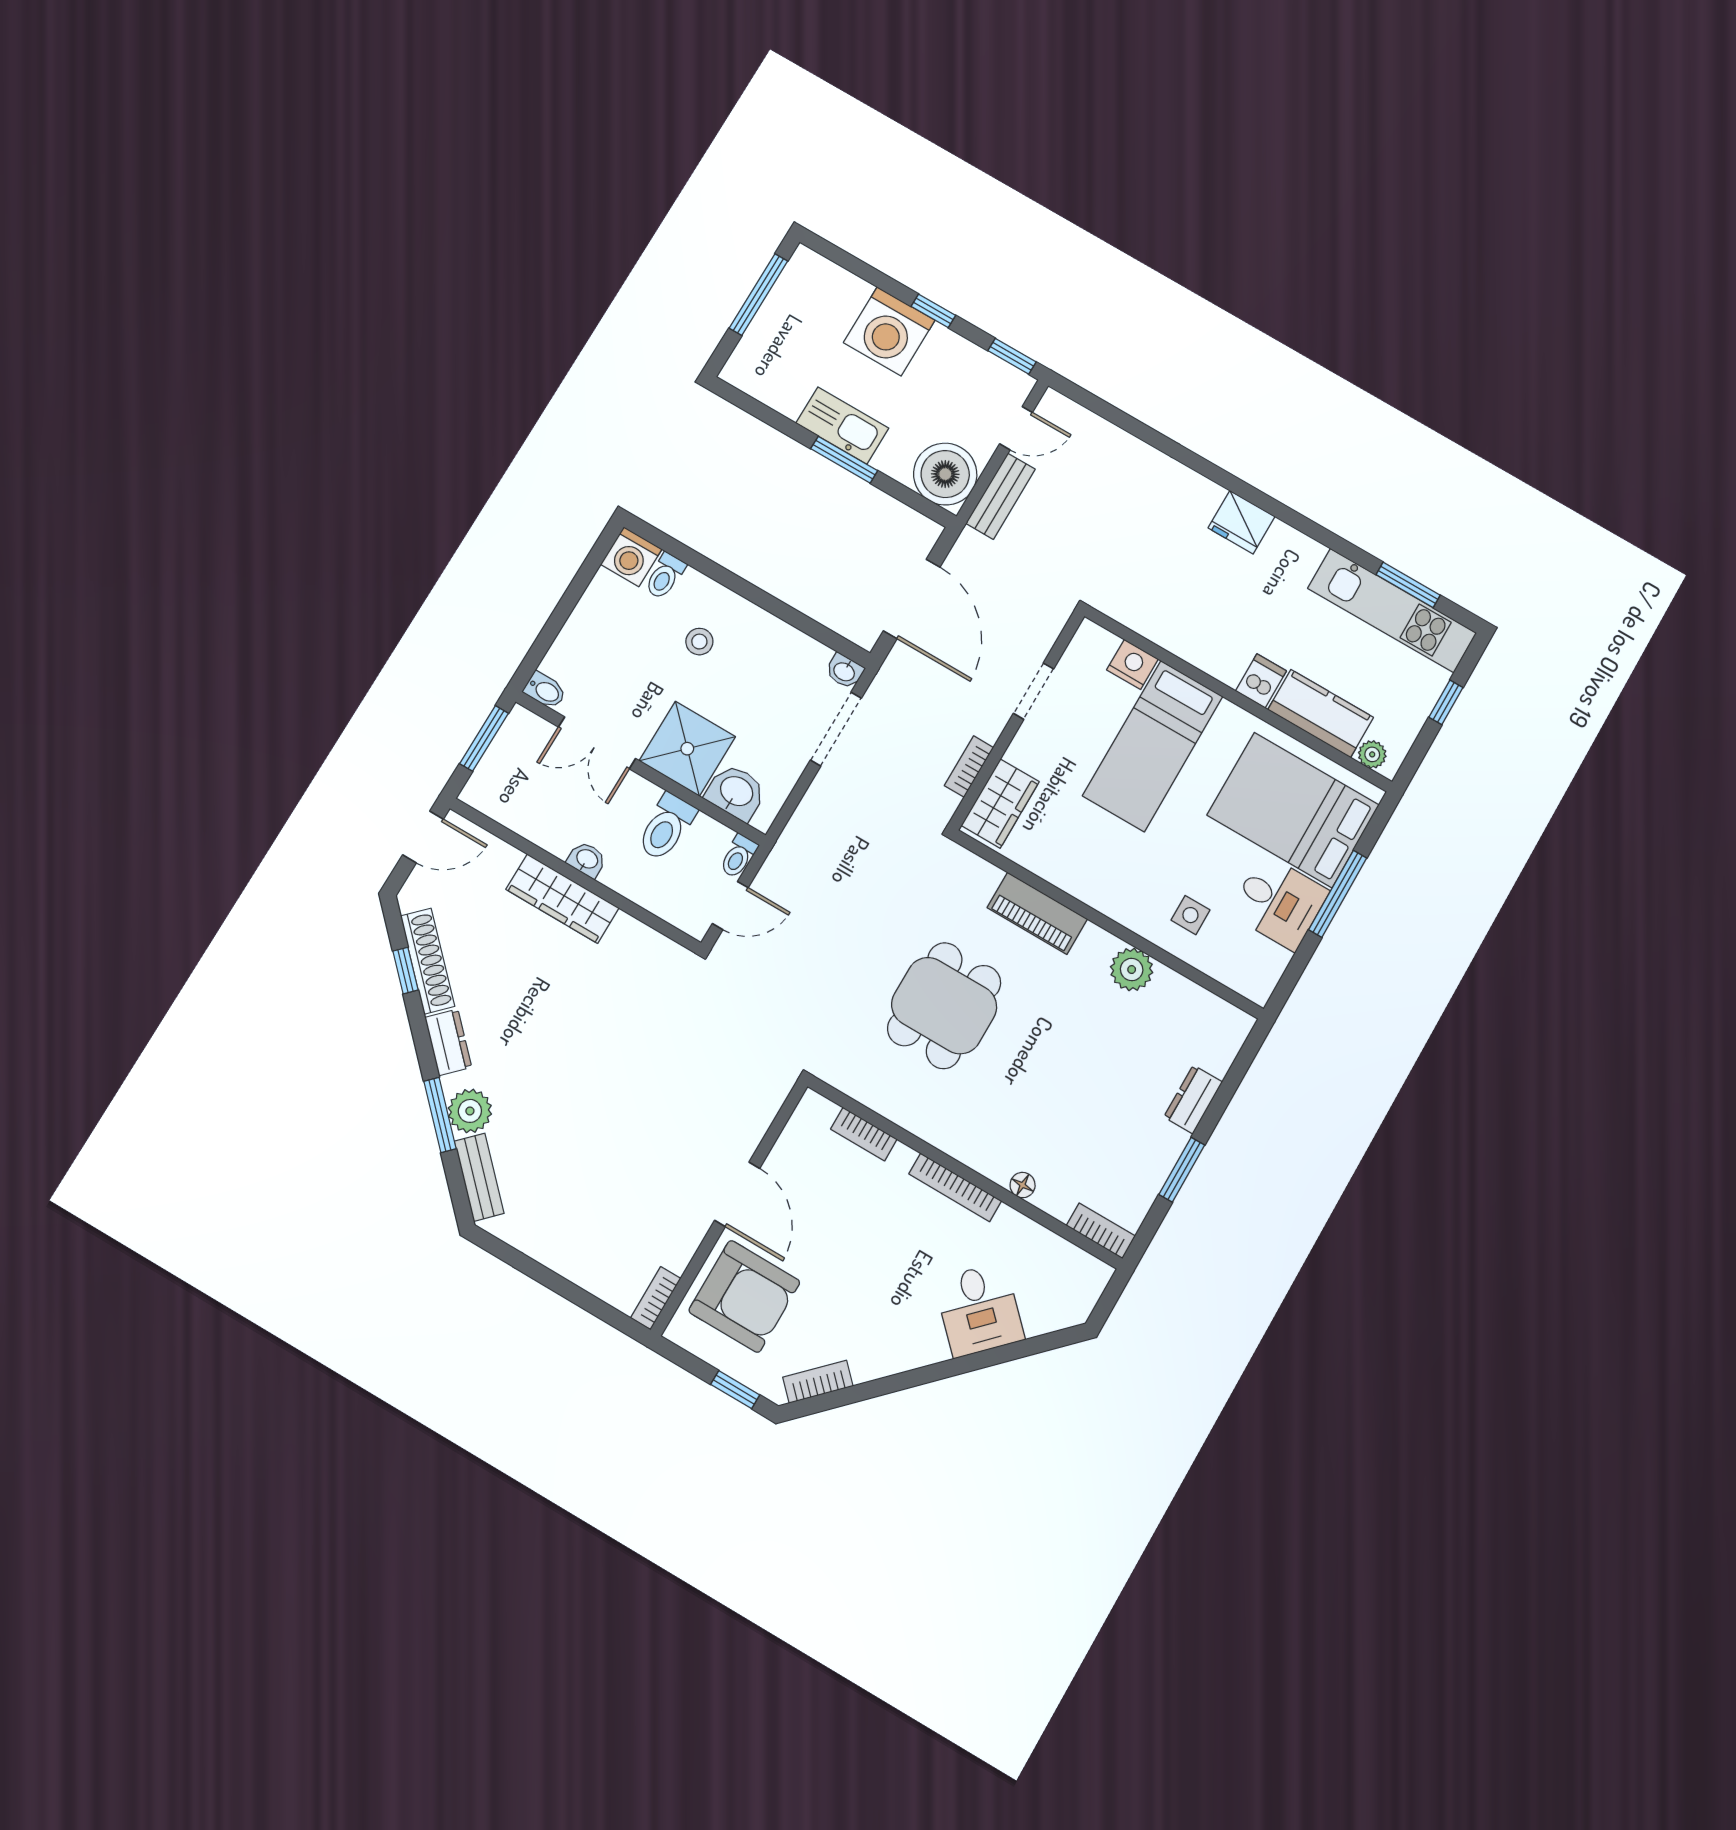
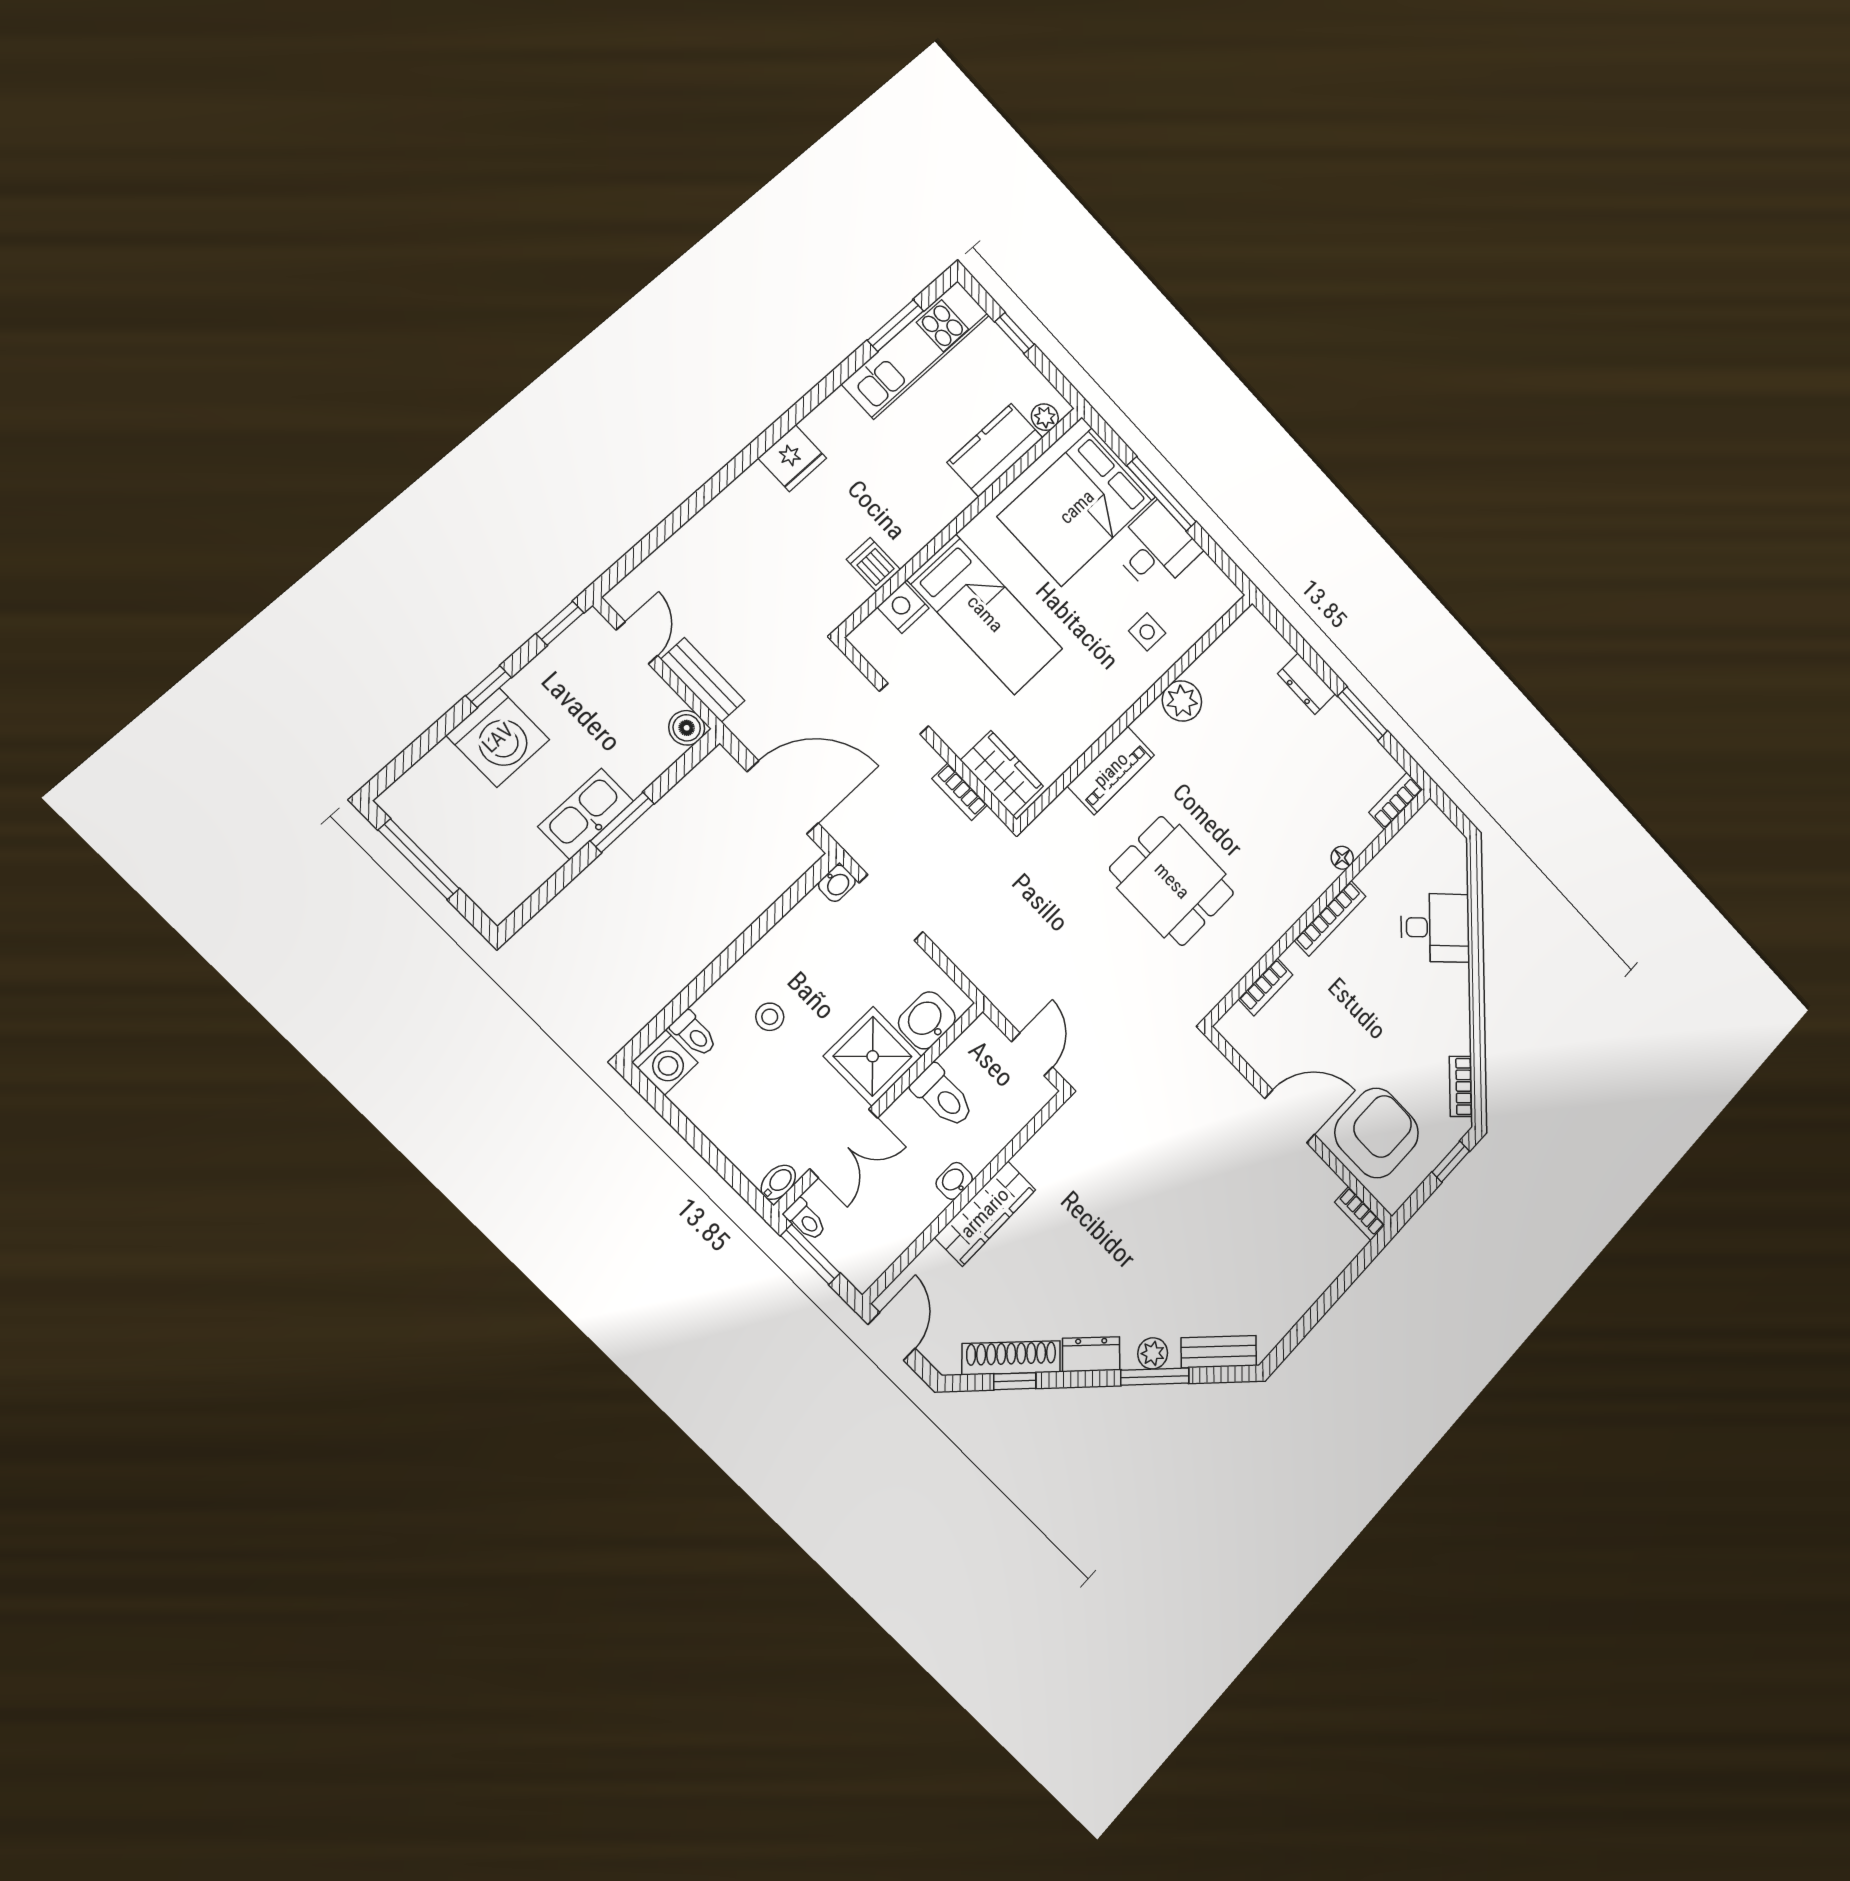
boiler: (945, 474) -> (687, 728), width x0.54, depth x0.54
dishwasher: (1261, 681) -> (873, 565), moved
toilet: (738, 856) -> (805, 1220), moved
plant: (470, 1111) -> (1153, 1353), width x0.73, depth x0.73

